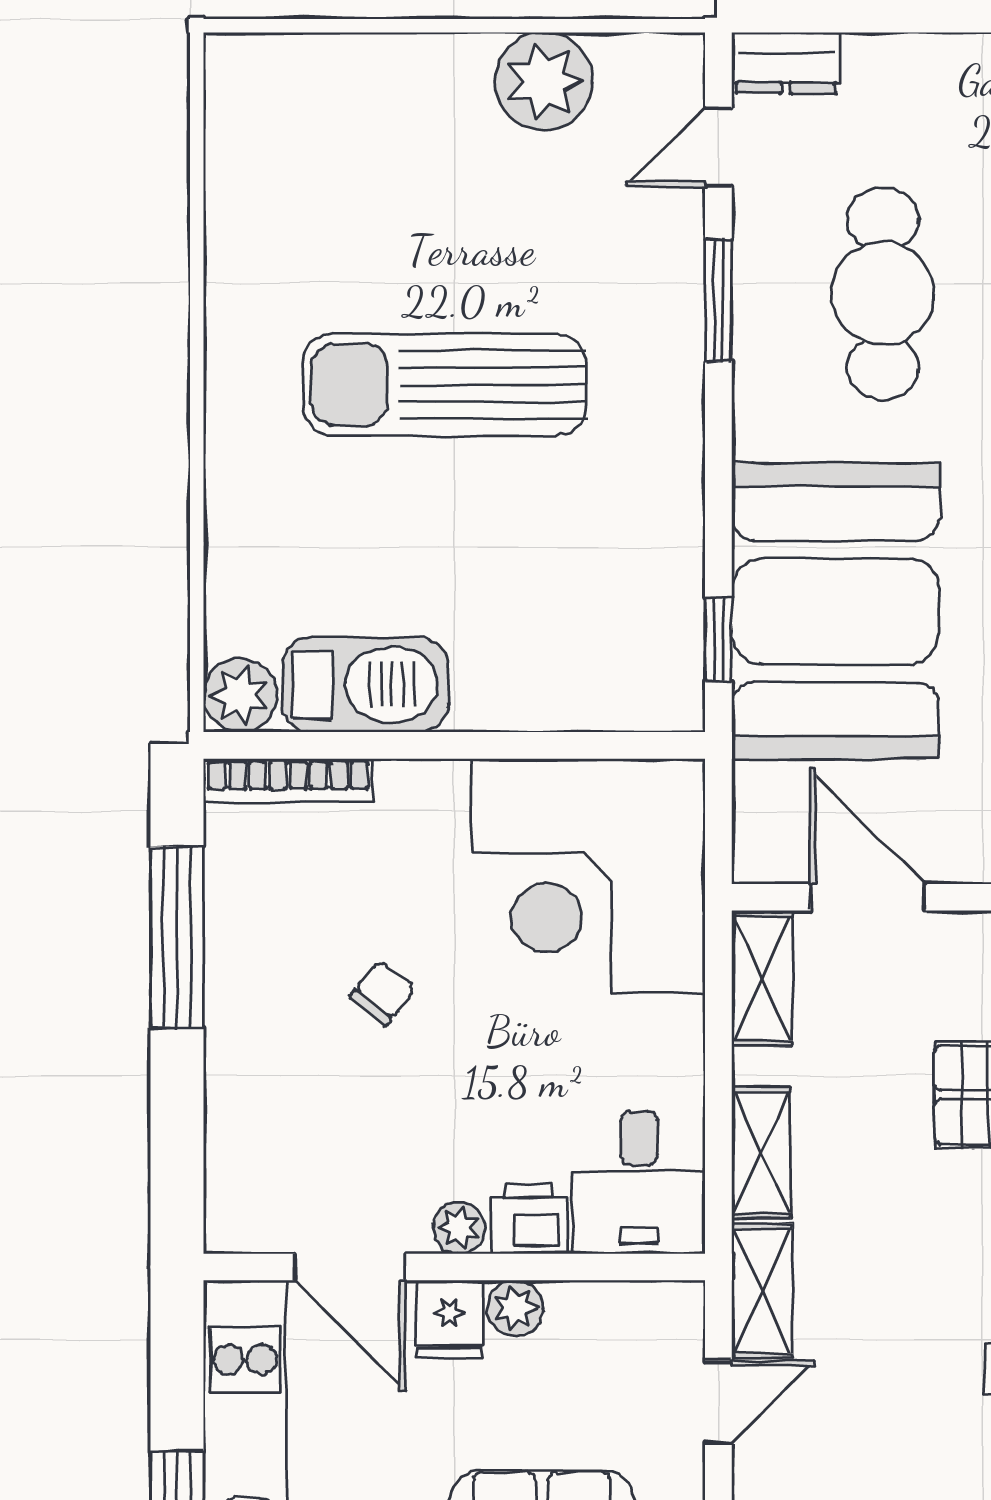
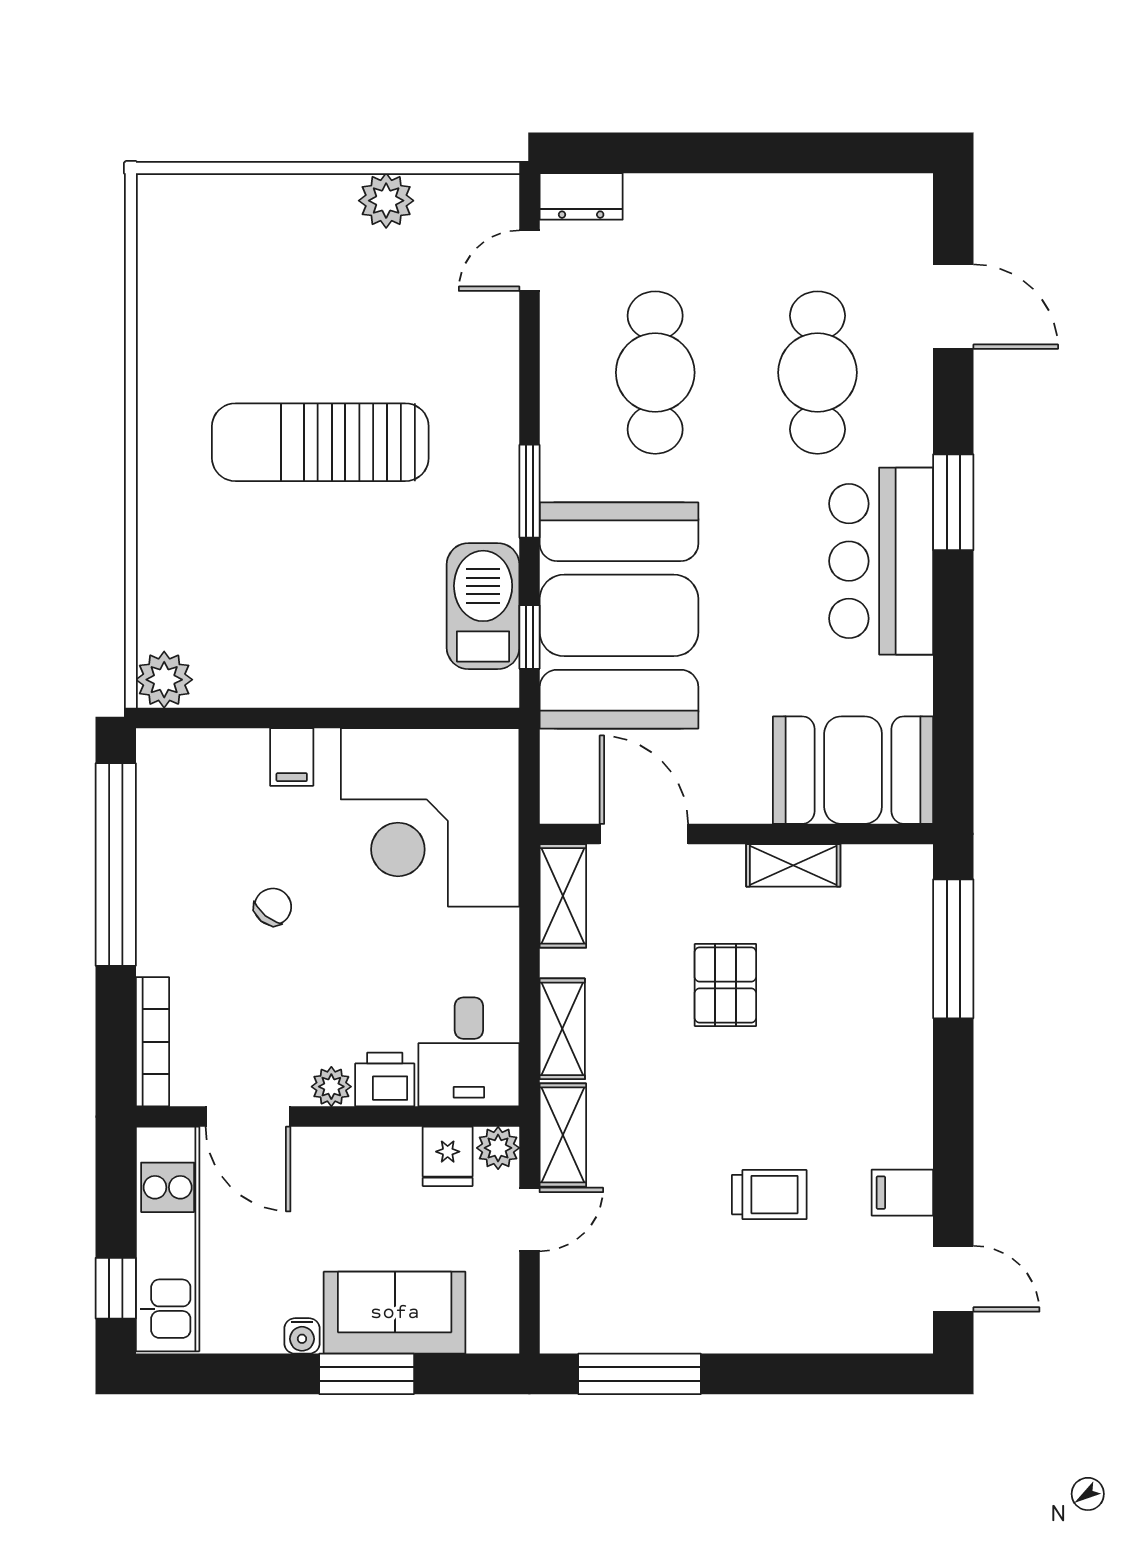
plant: (544, 81) -> (386, 201), width x0.73, depth x0.73
window: (718, 300) -> (529, 491), moved
barbecue: (365, 685) -> (483, 606), moved, turned -90
bookcase: (288, 780) -> (153, 1042), moved, turned -90
filing cabinet: (407, 796) -> (292, 757), added
window: (177, 937) -> (116, 864), width x1.46
plant: (515, 1308) -> (498, 1148), moved
fridge: (449, 1319) -> (448, 1156), moved

